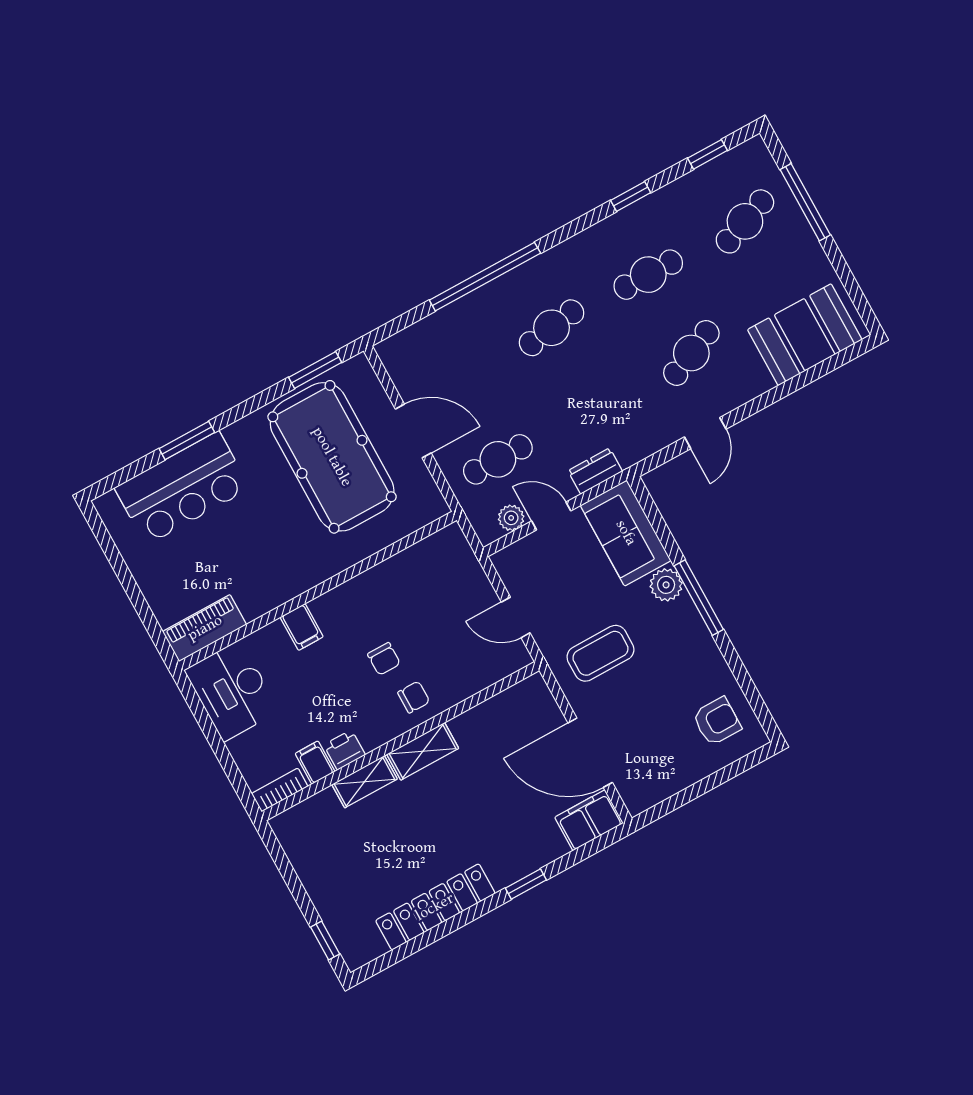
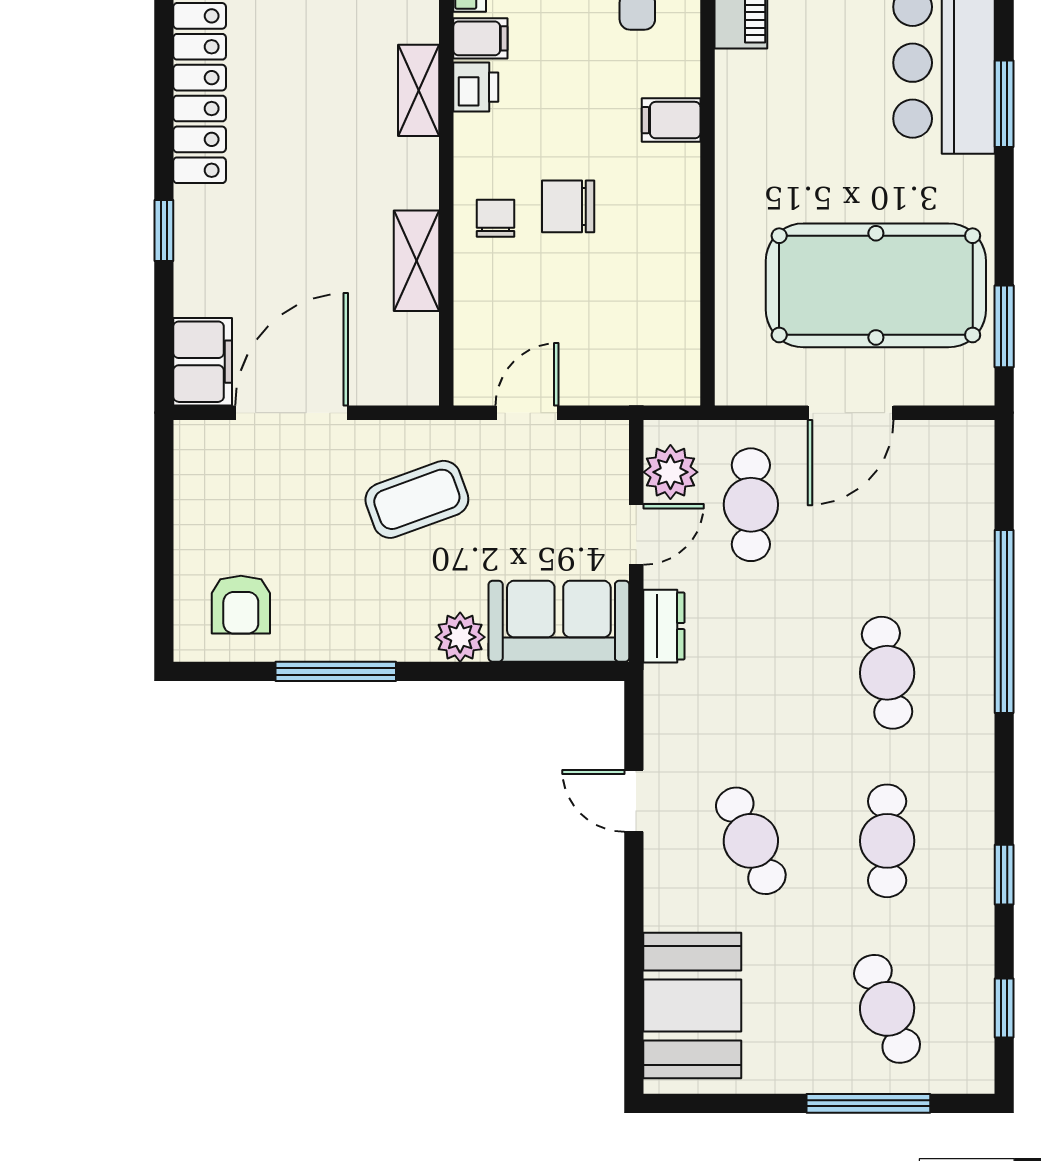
plant: (511, 518) -> (670, 472), width x1.38, depth x1.38
window: (699, 598) -> (336, 671), moved
coffee table: (600, 653) -> (417, 499), turned 70
chair: (384, 659) -> (568, 206), width x1.37, depth x1.37
chair: (414, 697) -> (495, 218), turned 180
shelving: (423, 751) -> (417, 261), moved

